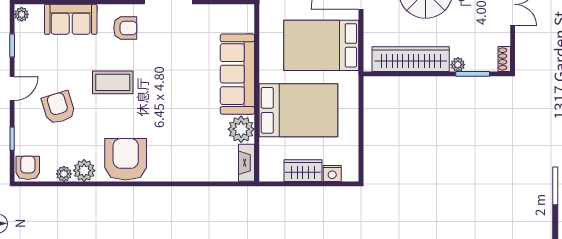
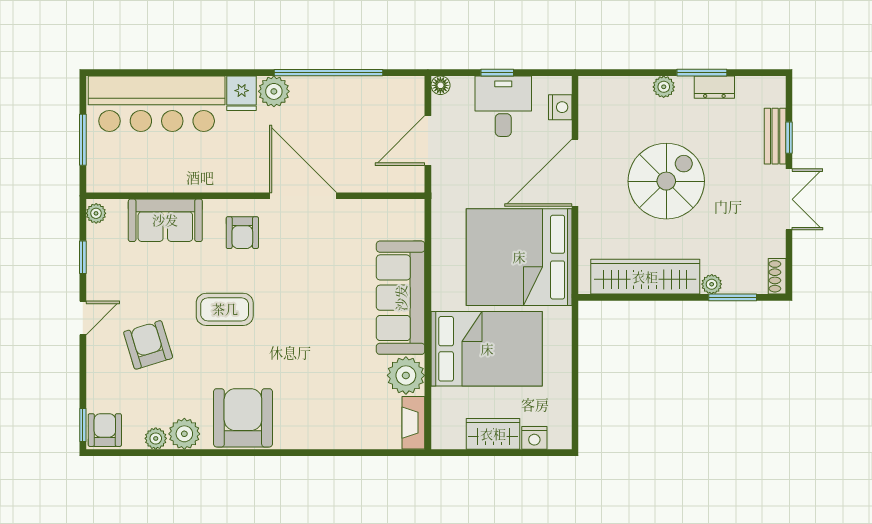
armchair: (125, 28) -> (242, 233), turned 90
bed: (321, 45) -> (519, 257), width x1.36
window: (12, 139) -> (83, 425), moved

